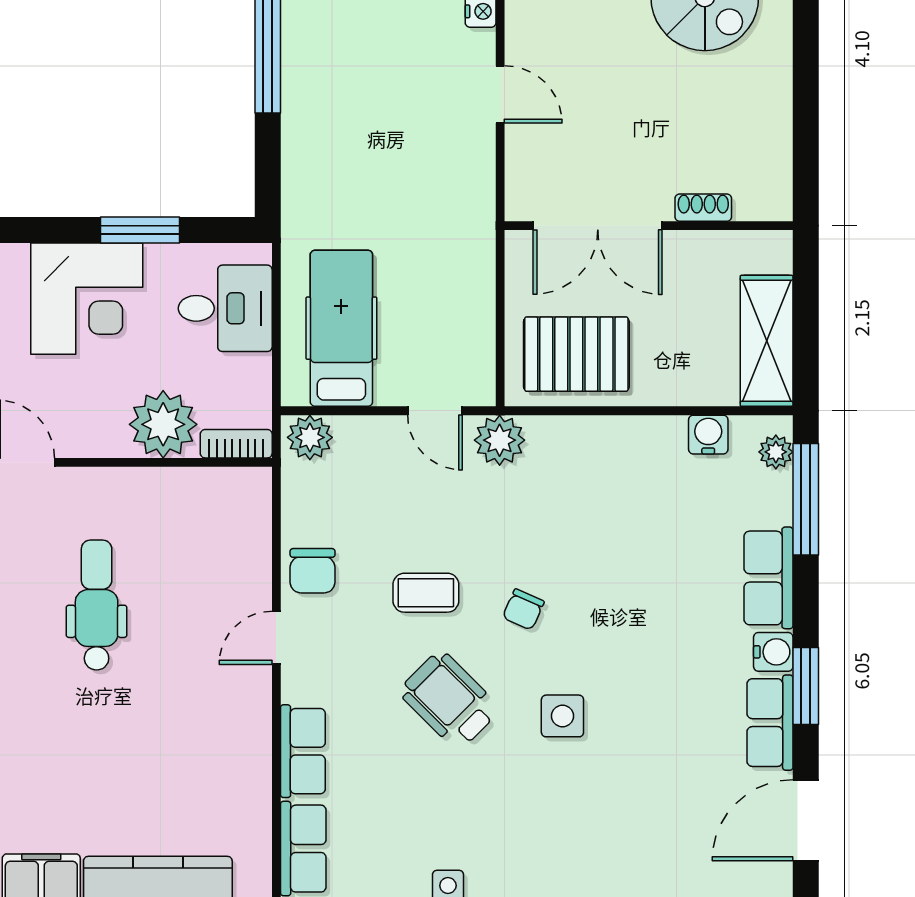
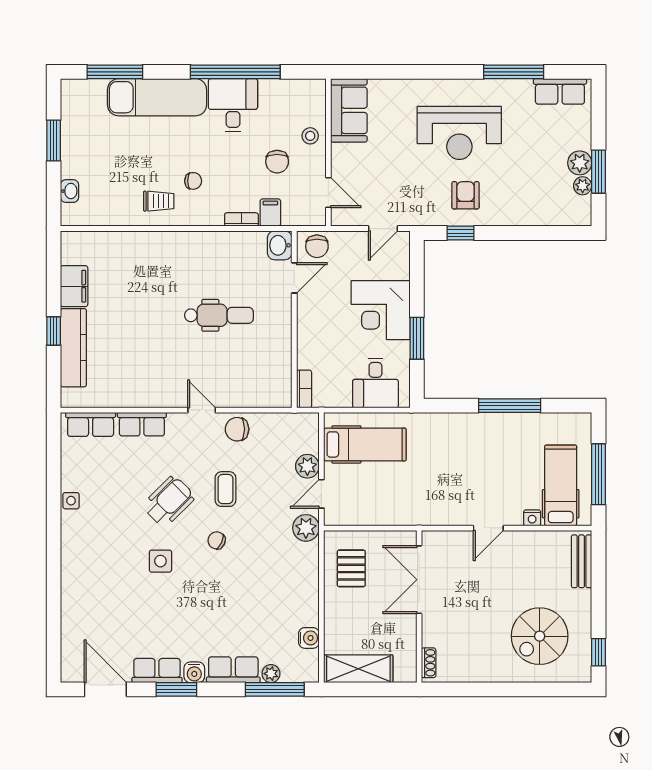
shoe rack: (703, 208) -> (429, 663), moved
pallet: (576, 354) -> (351, 568), width x0.67, depth x0.71
plant: (163, 424) -> (314, 350), removed
plant: (310, 437) -> (307, 466), moved
plant: (776, 452) -> (271, 674), moved

